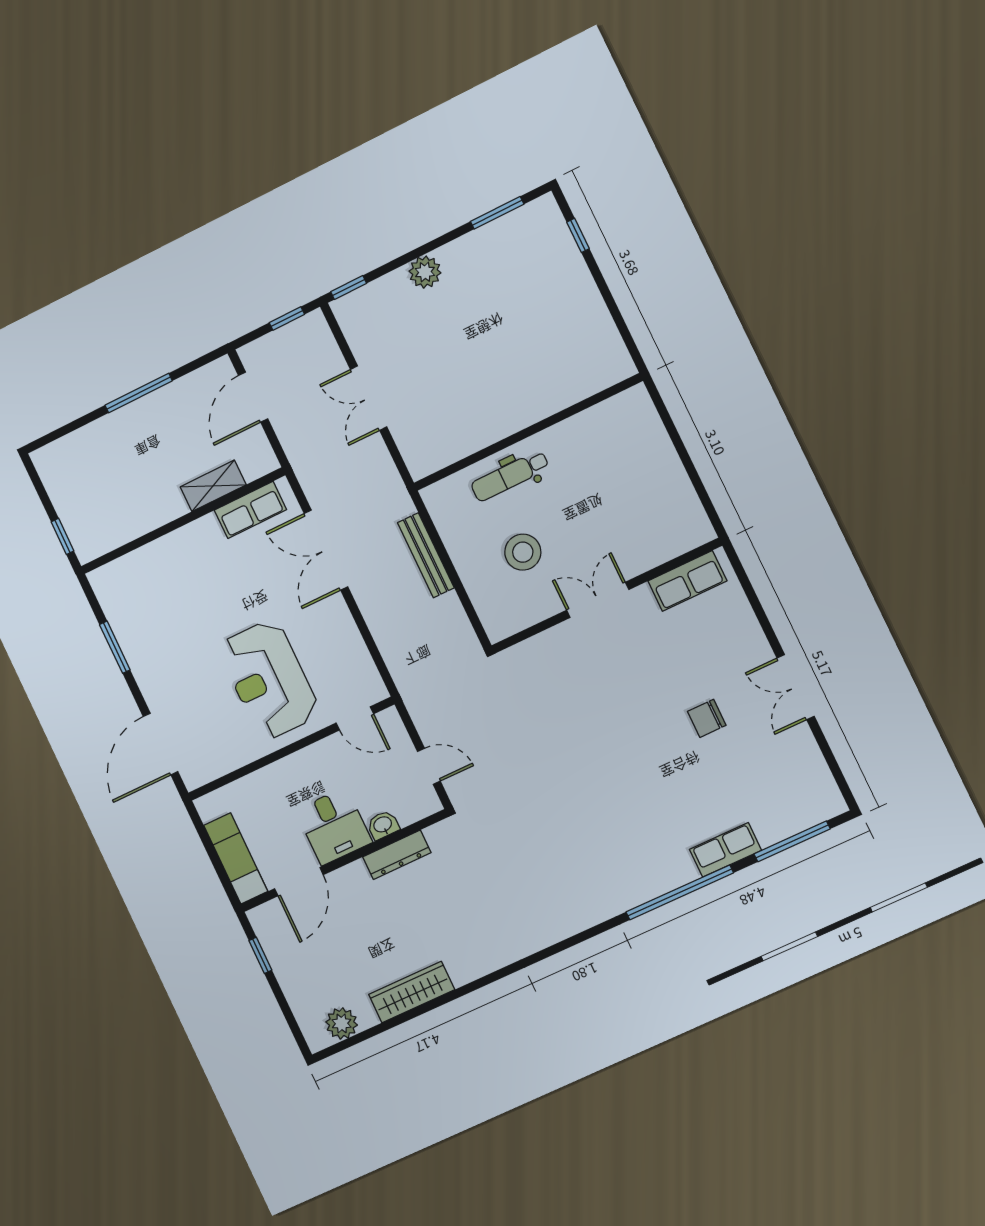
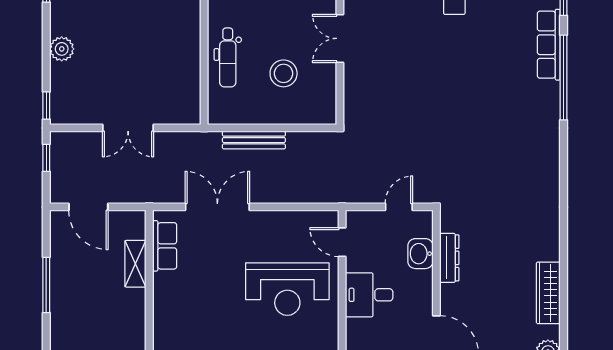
double door: (326, 550) -> (217, 207), swing flipped
door: (355, 718) -> (342, 242), swing flipped
washbasin: (383, 825) -> (420, 254), width x1.38, depth x1.45
desk: (334, 826) -> (369, 295), moved, turned 180
row of seats: (725, 850) -> (549, 45), width x1.48

